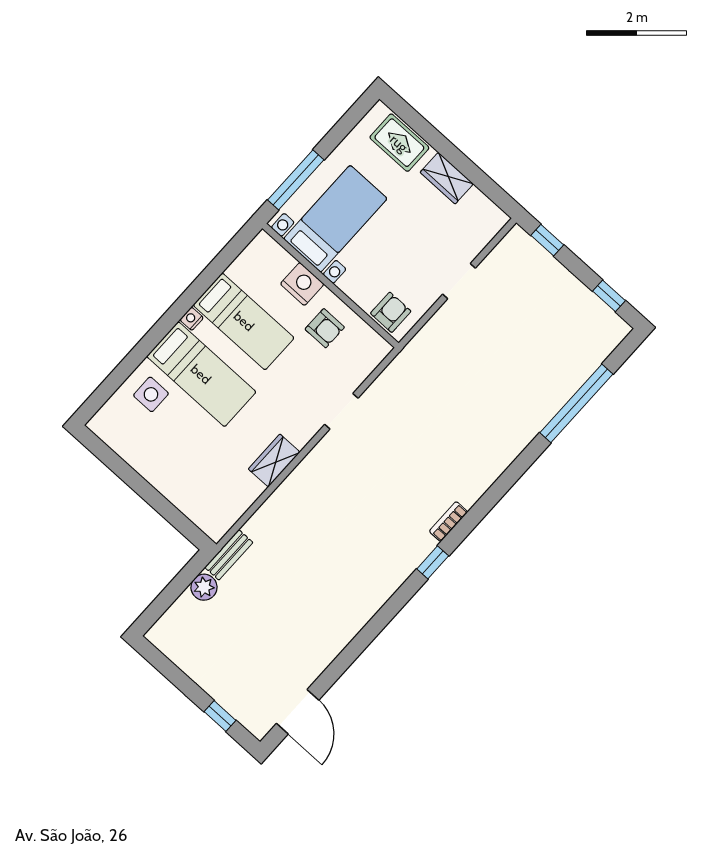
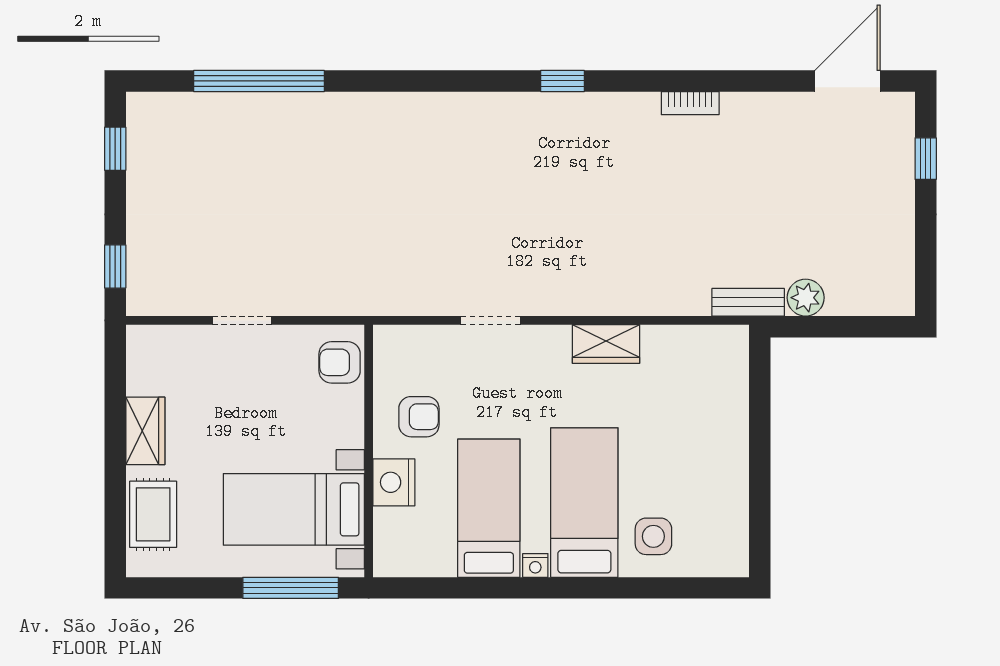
armchair: (325, 328) -> (419, 417), turned 90
bookcase: (448, 522) -> (690, 103), moved

